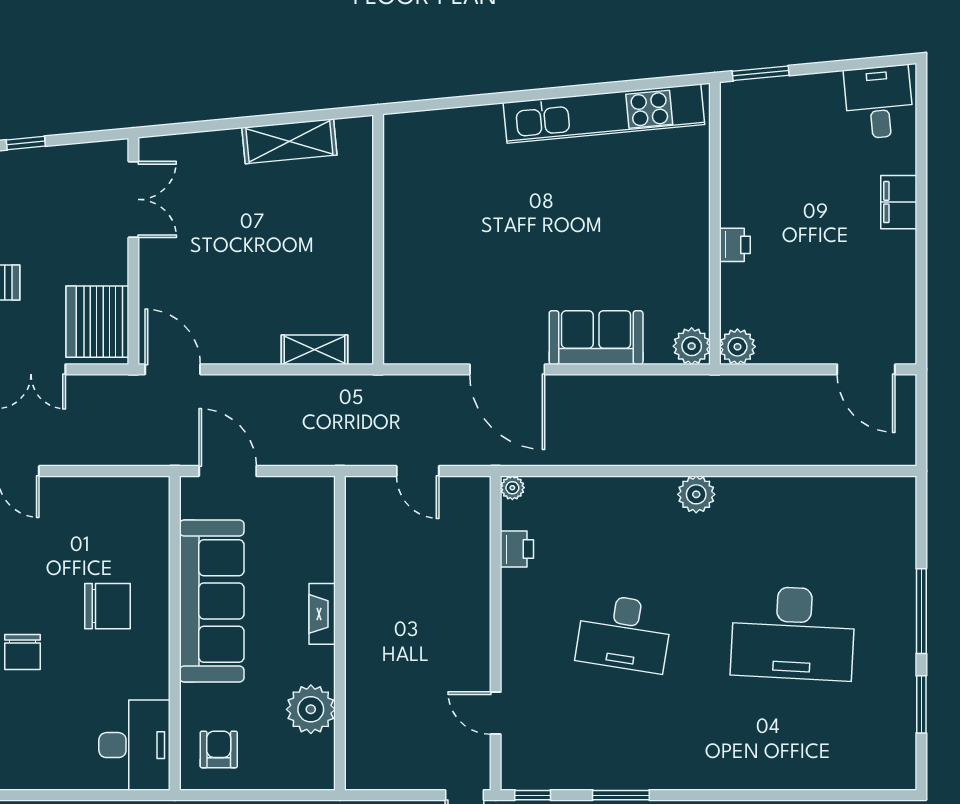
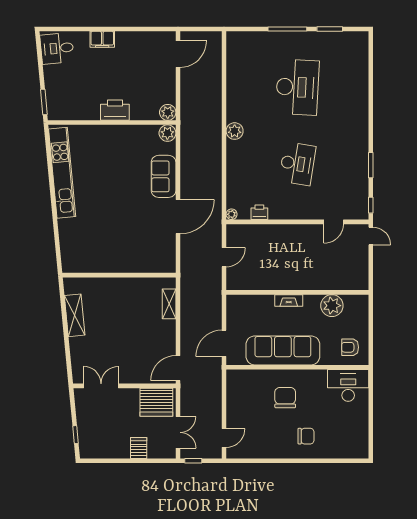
printer: (735, 245) -> (115, 110), width x1.87, depth x1.48

